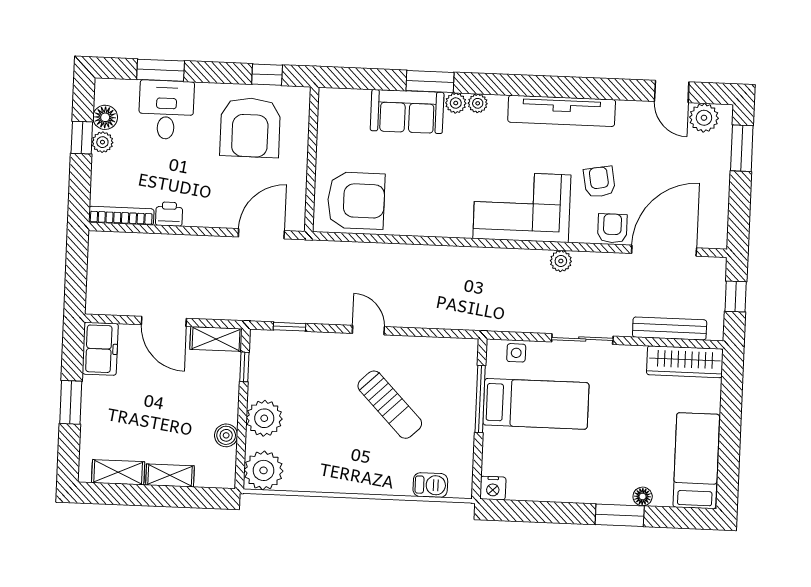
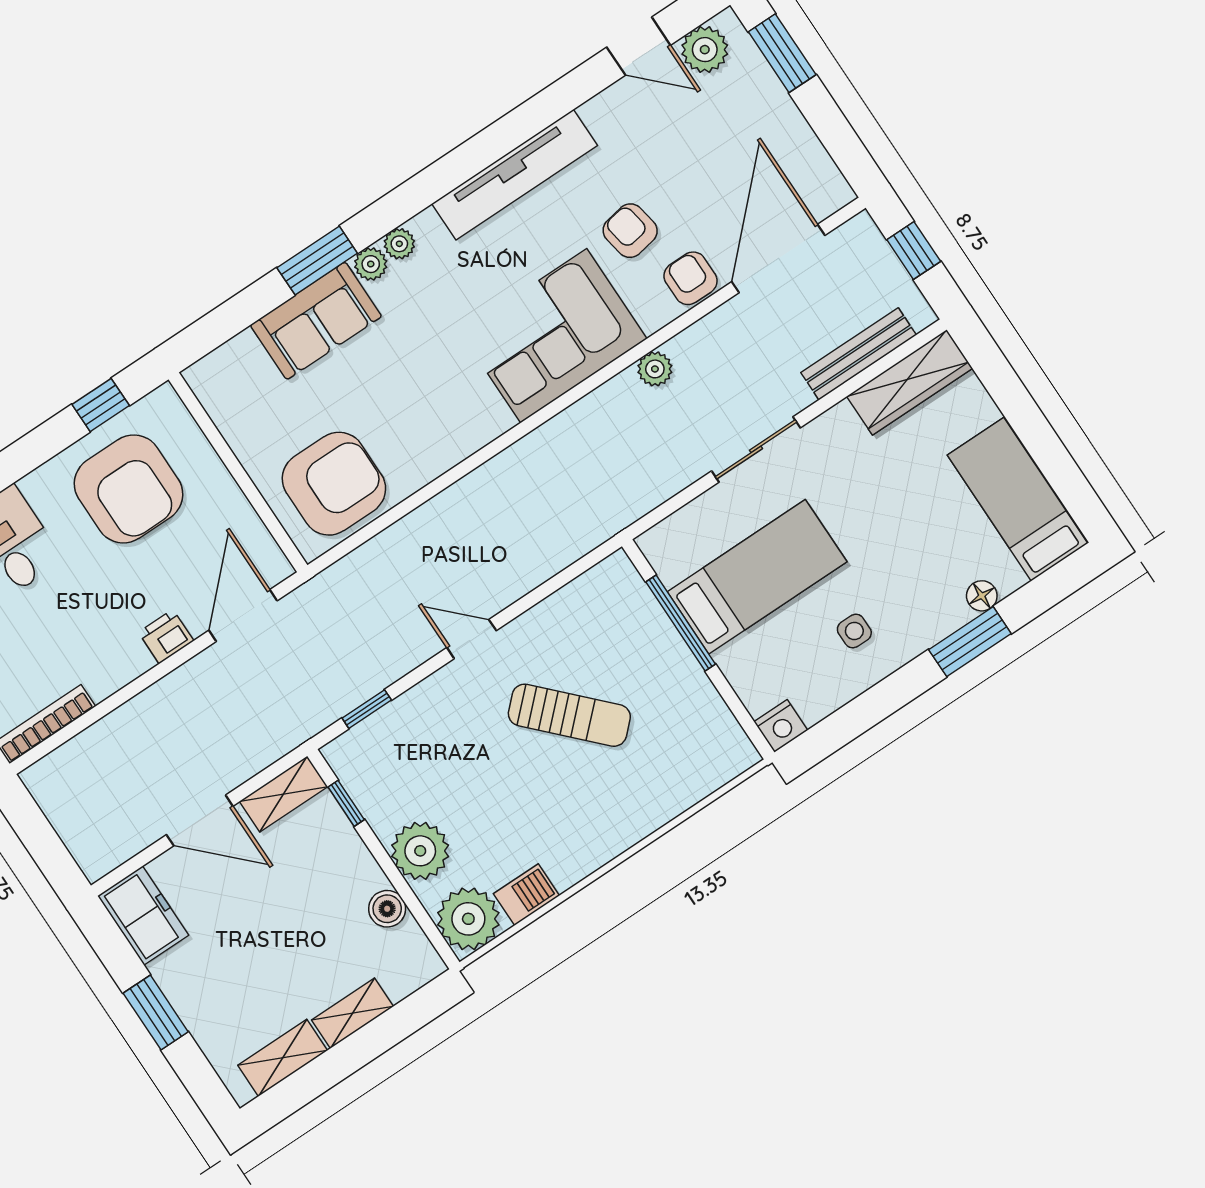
printer: (169, 214) -> (166, 636), moved
side table: (516, 353) -> (854, 631), moved
barbecue: (430, 485) -> (526, 895), moved

